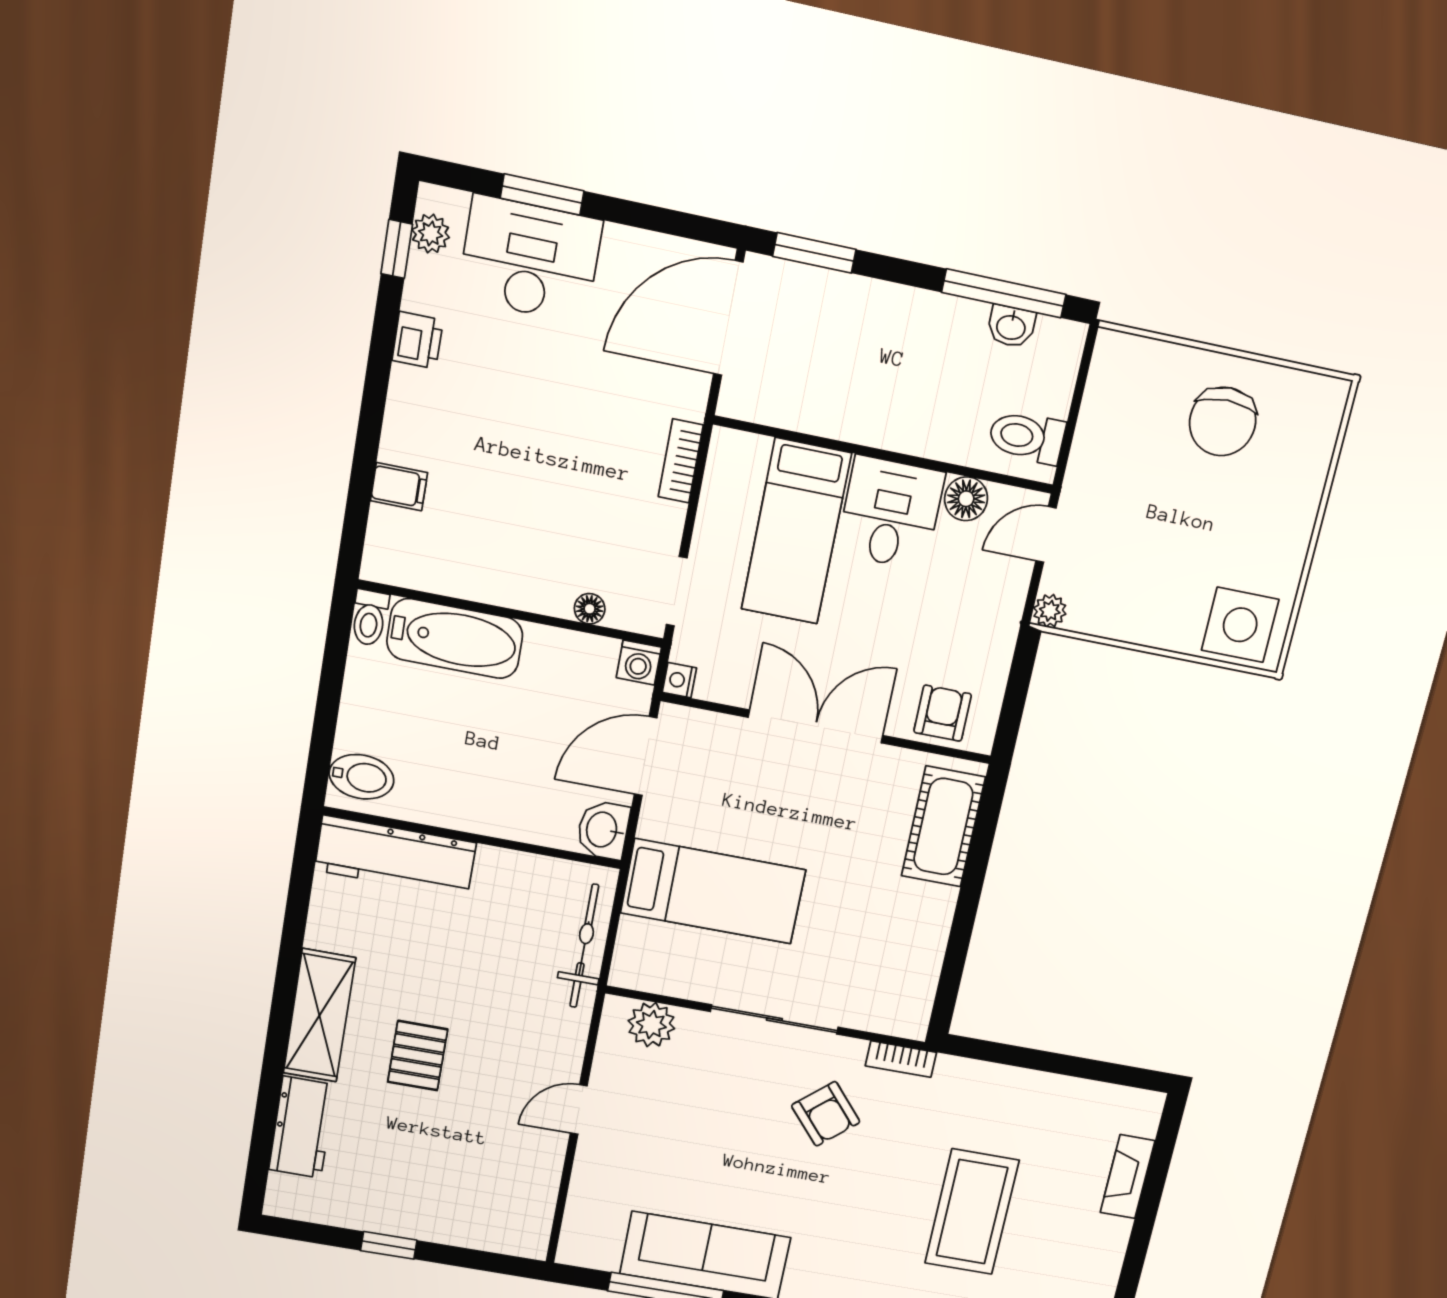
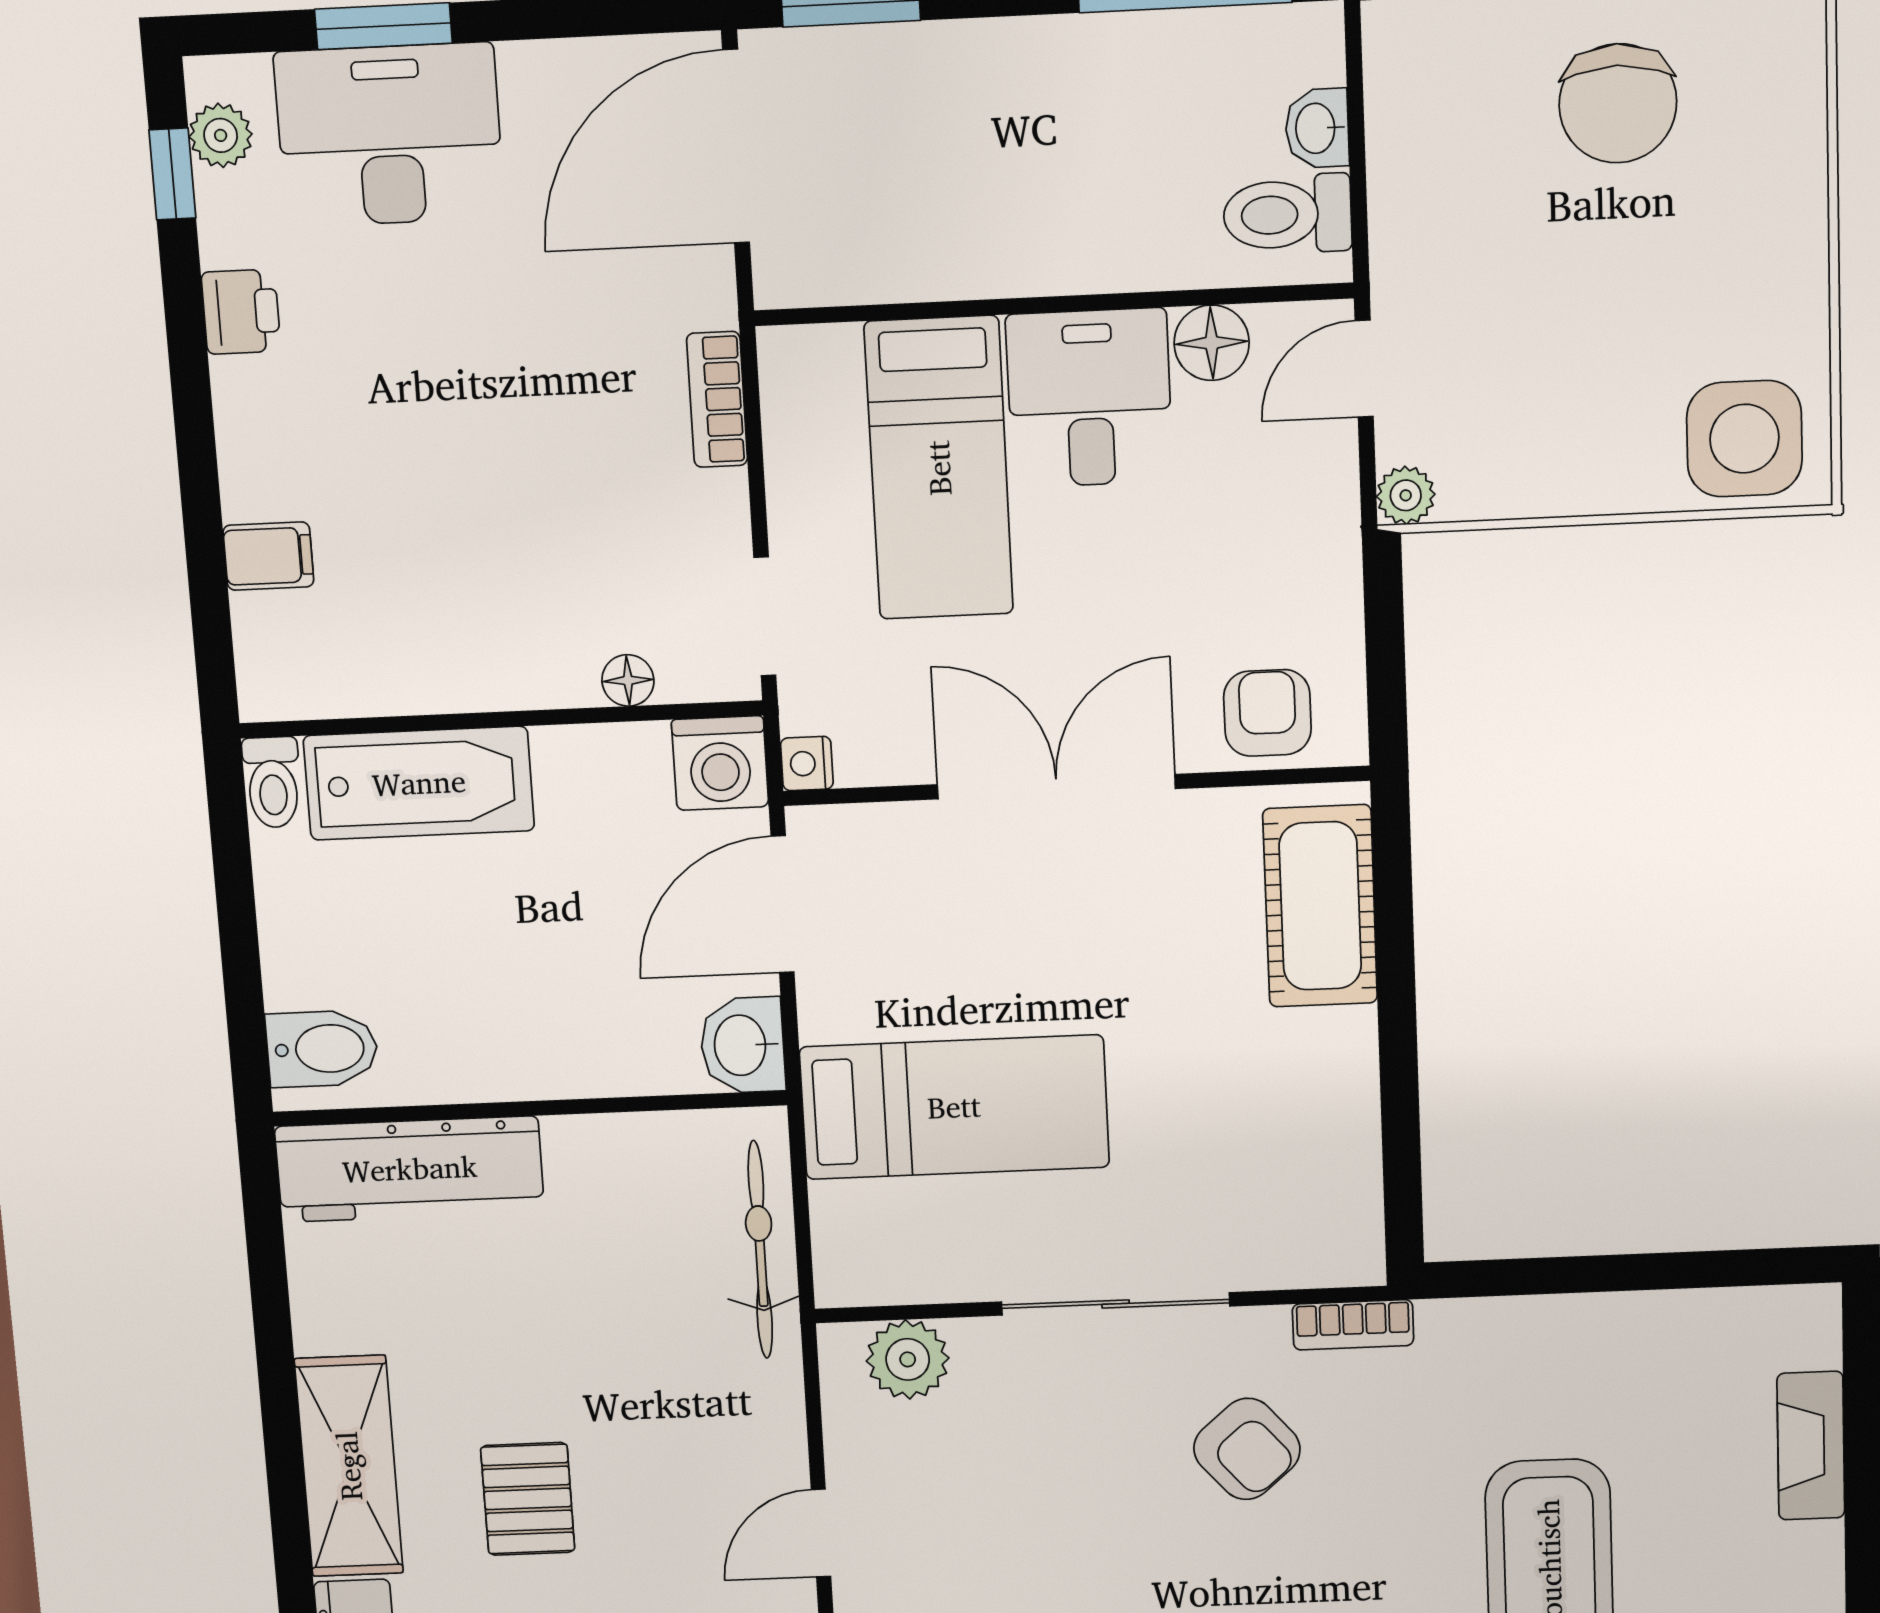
washbasin: (1011, 326) -> (1317, 128), moved, turned 90
washing machine: (639, 662) -> (720, 763), width x1.38, depth x1.38

